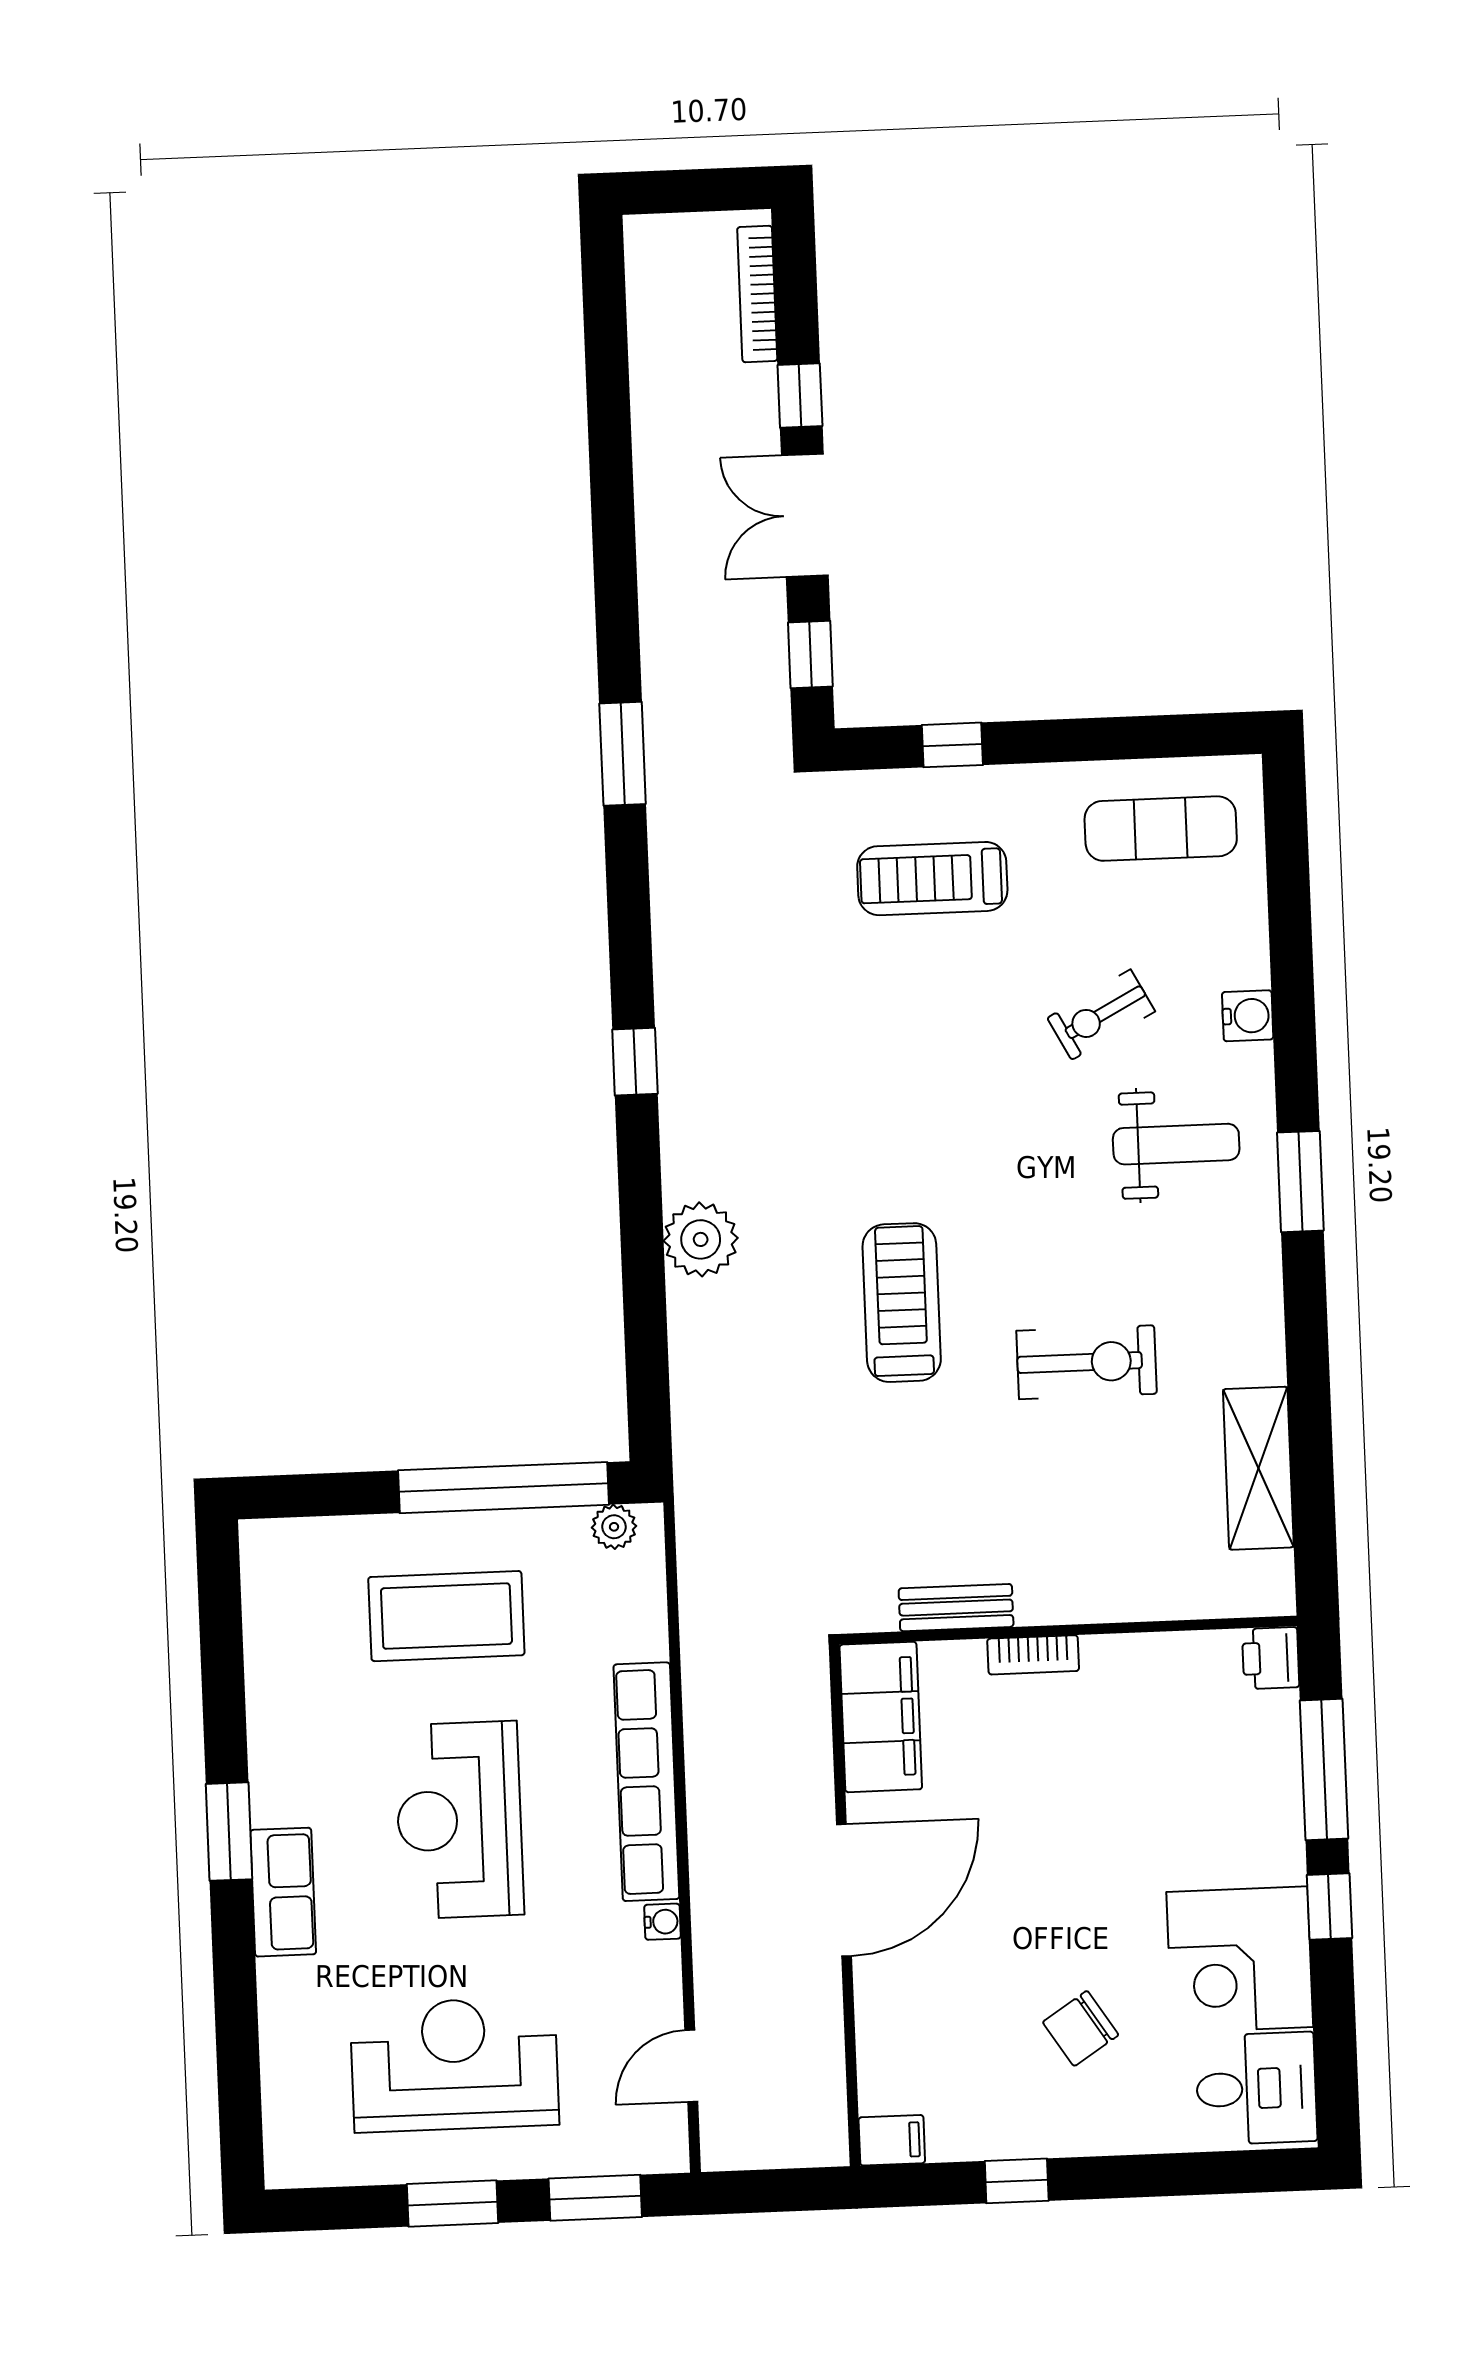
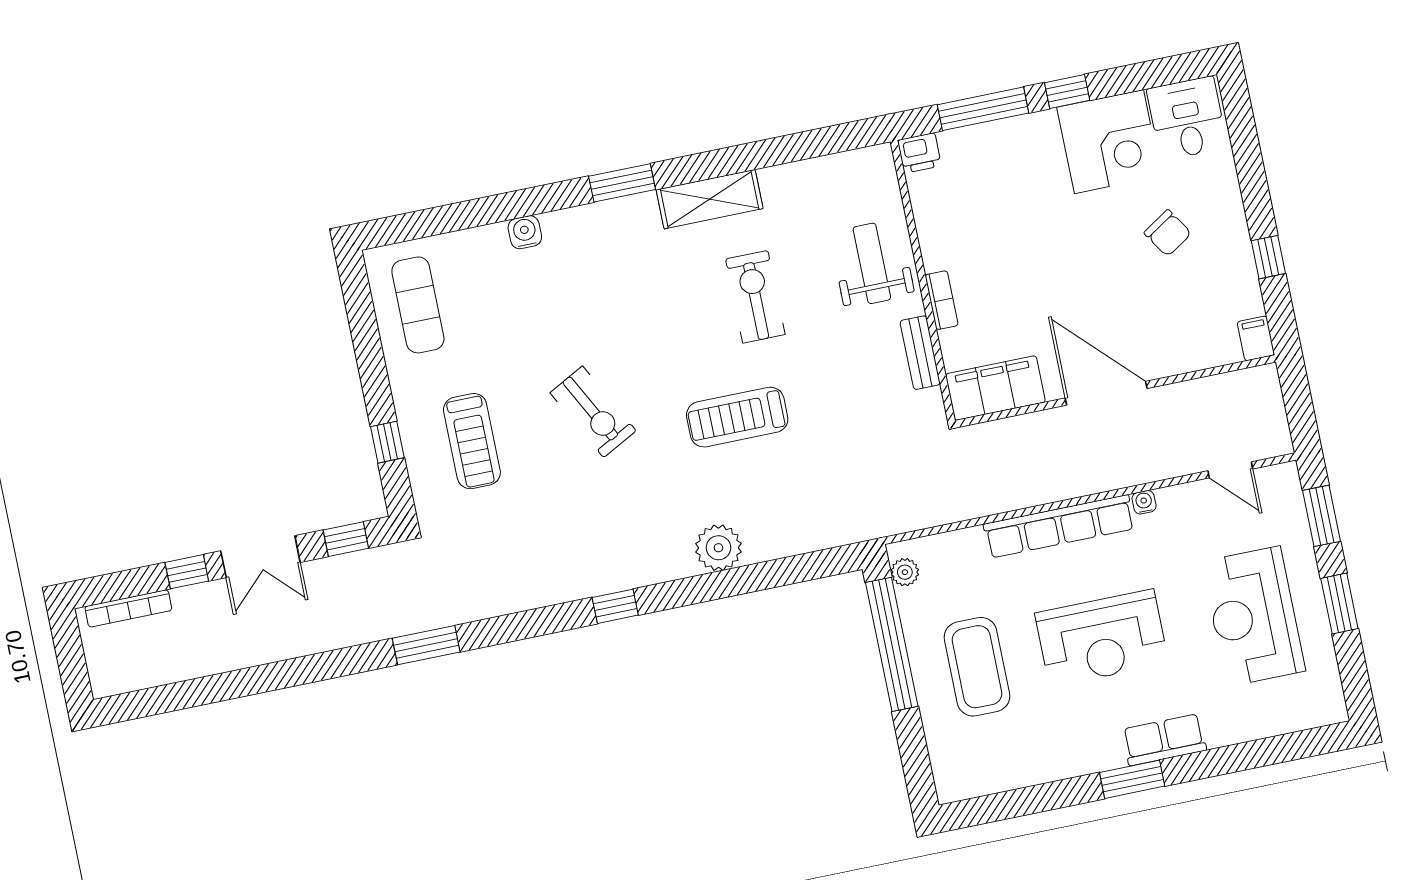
exercise bike: (1101, 1015) -> (593, 412), moved, width x1.38, depth x1.39
weight bench: (1176, 1144) -> (872, 263), moved
shelving: (1258, 1468) -> (710, 199), moved

